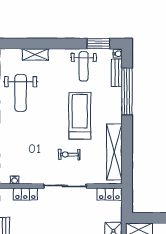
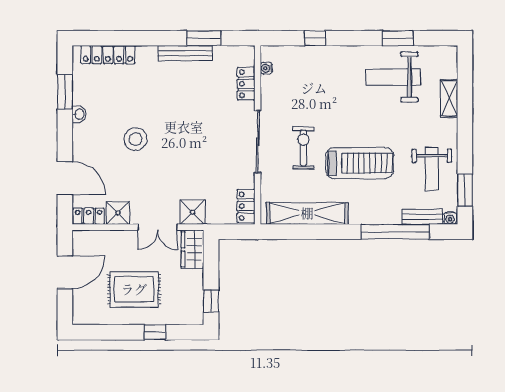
weight bench: (84, 66) -> (432, 169), turned -90
exercise bike: (69, 154) -> (303, 148), width x1.38, depth x1.39

